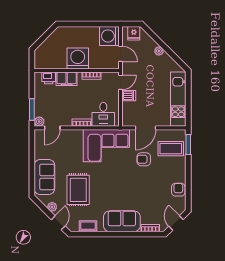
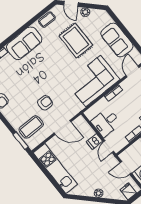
desk: (103, 114) -> (106, 123), moved, turned -90
door: (145, 128) -> (63, 127), swing flipped
corner sofa: (106, 146) -> (93, 81), moved
sofa: (44, 177) -> (117, 40), moved

